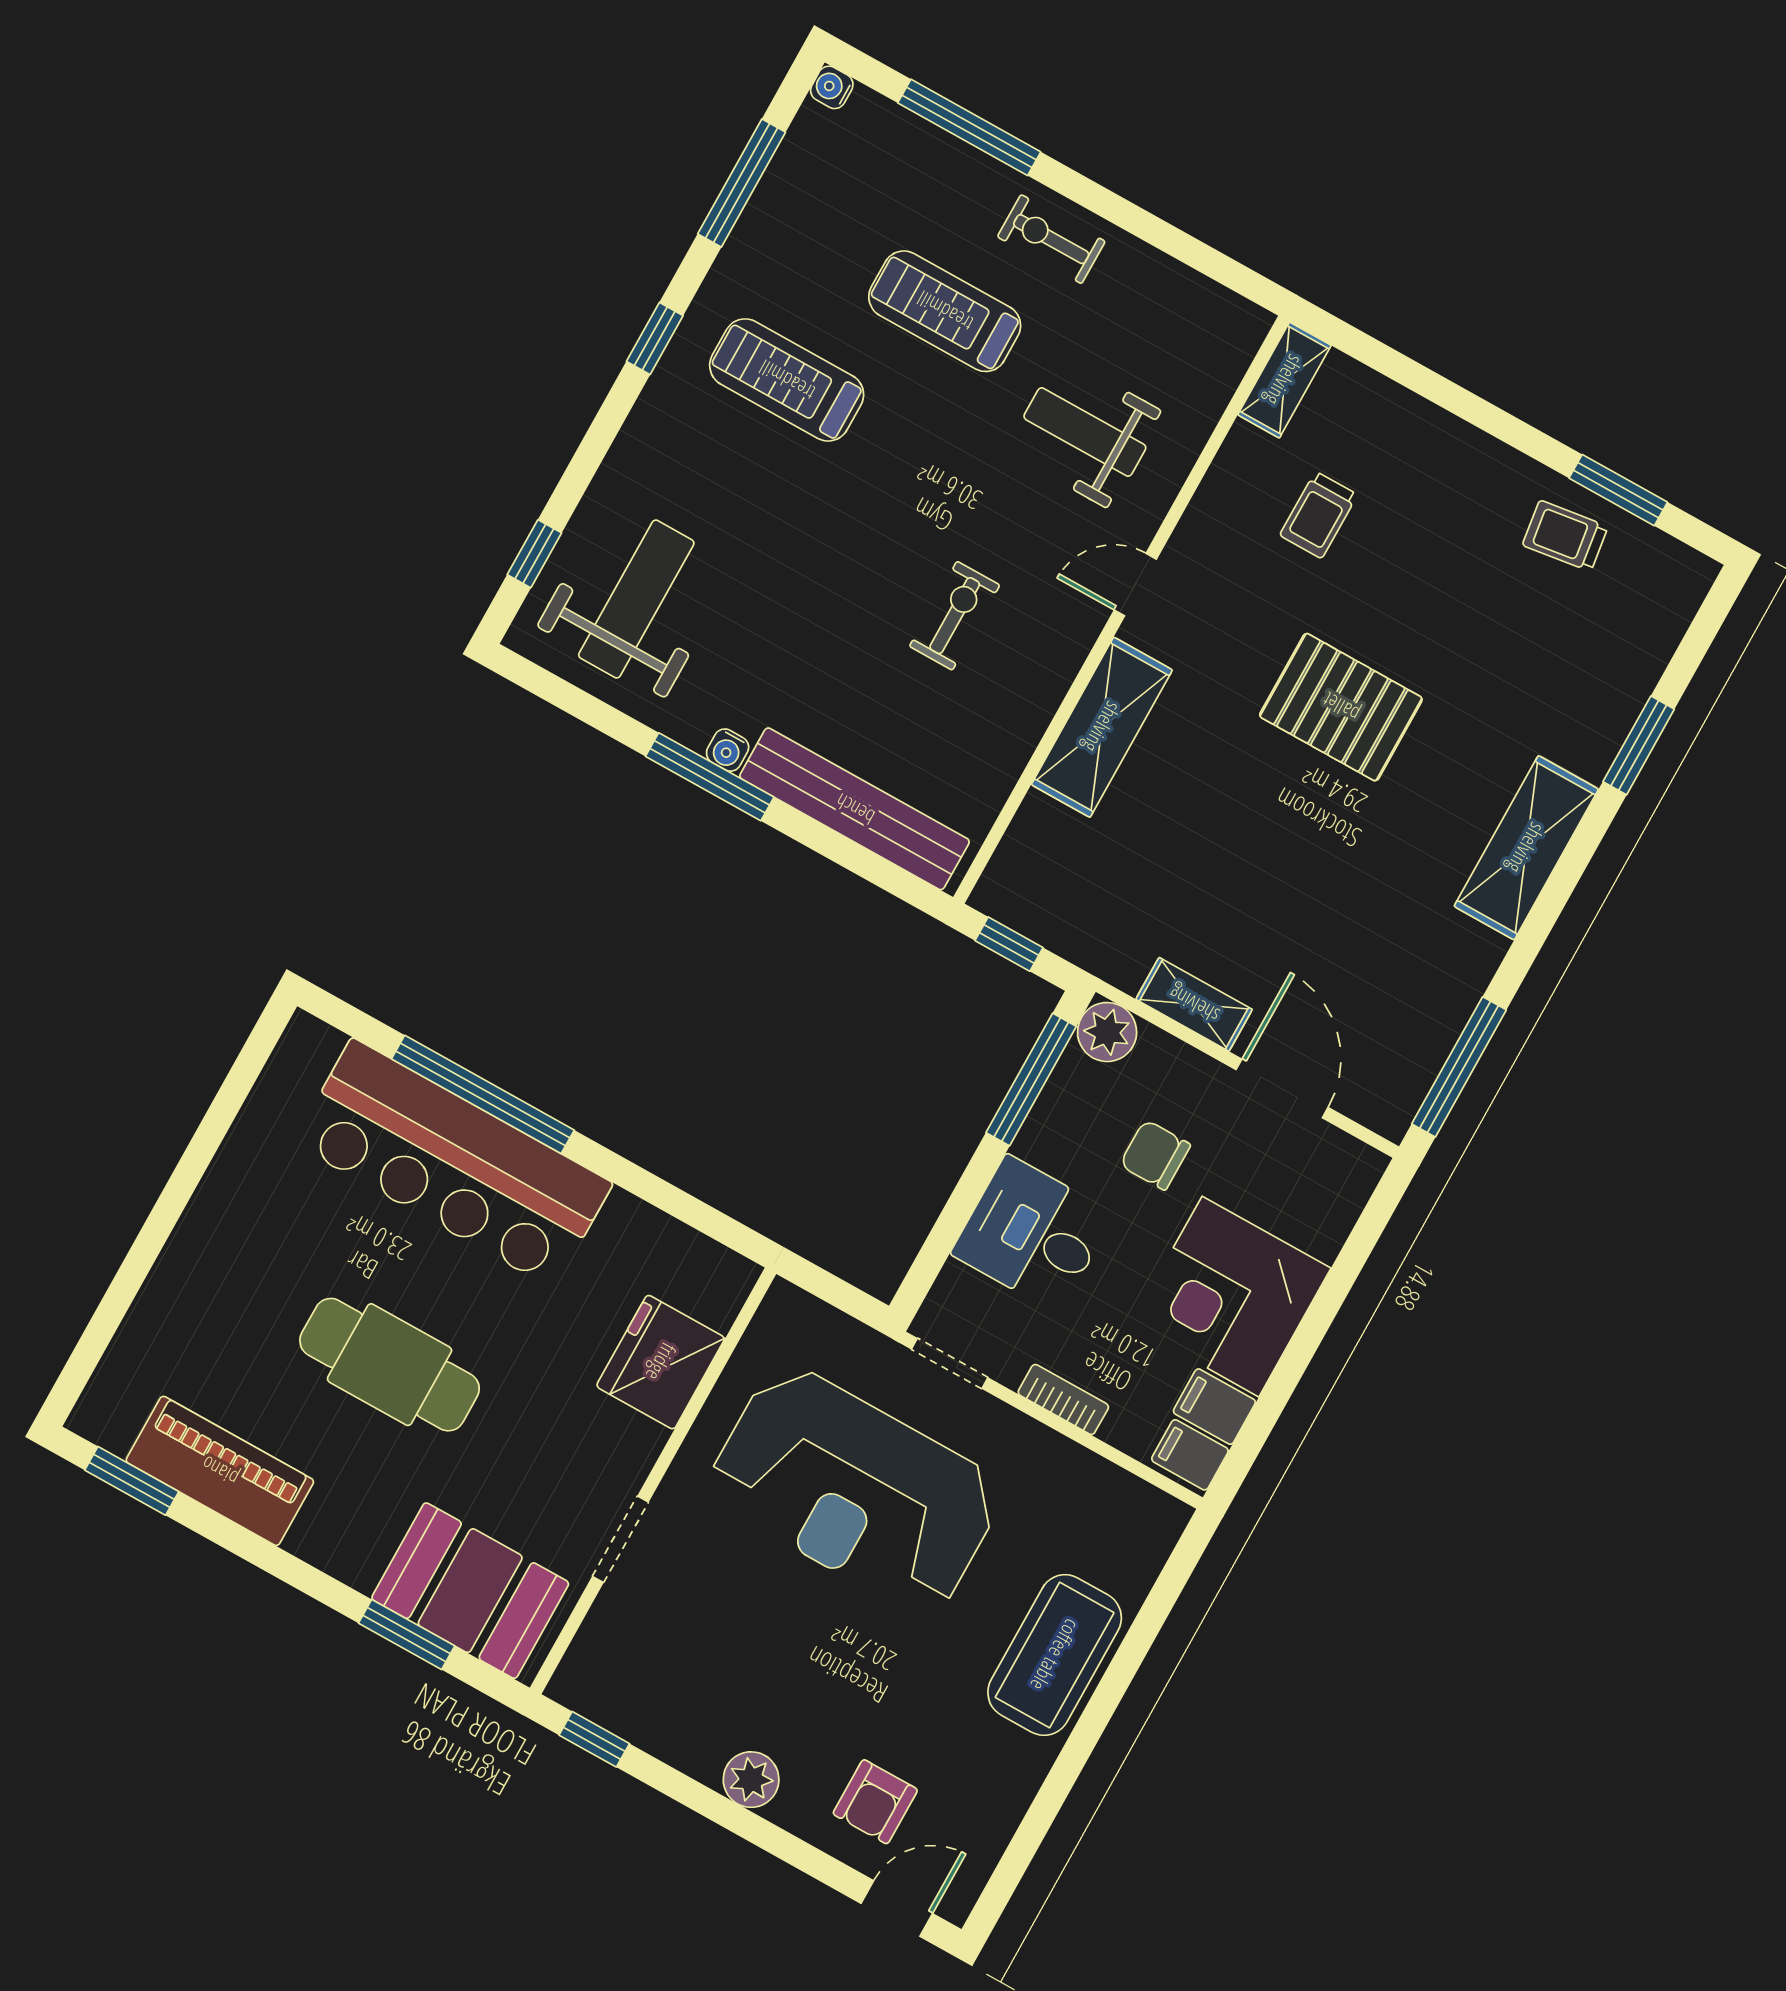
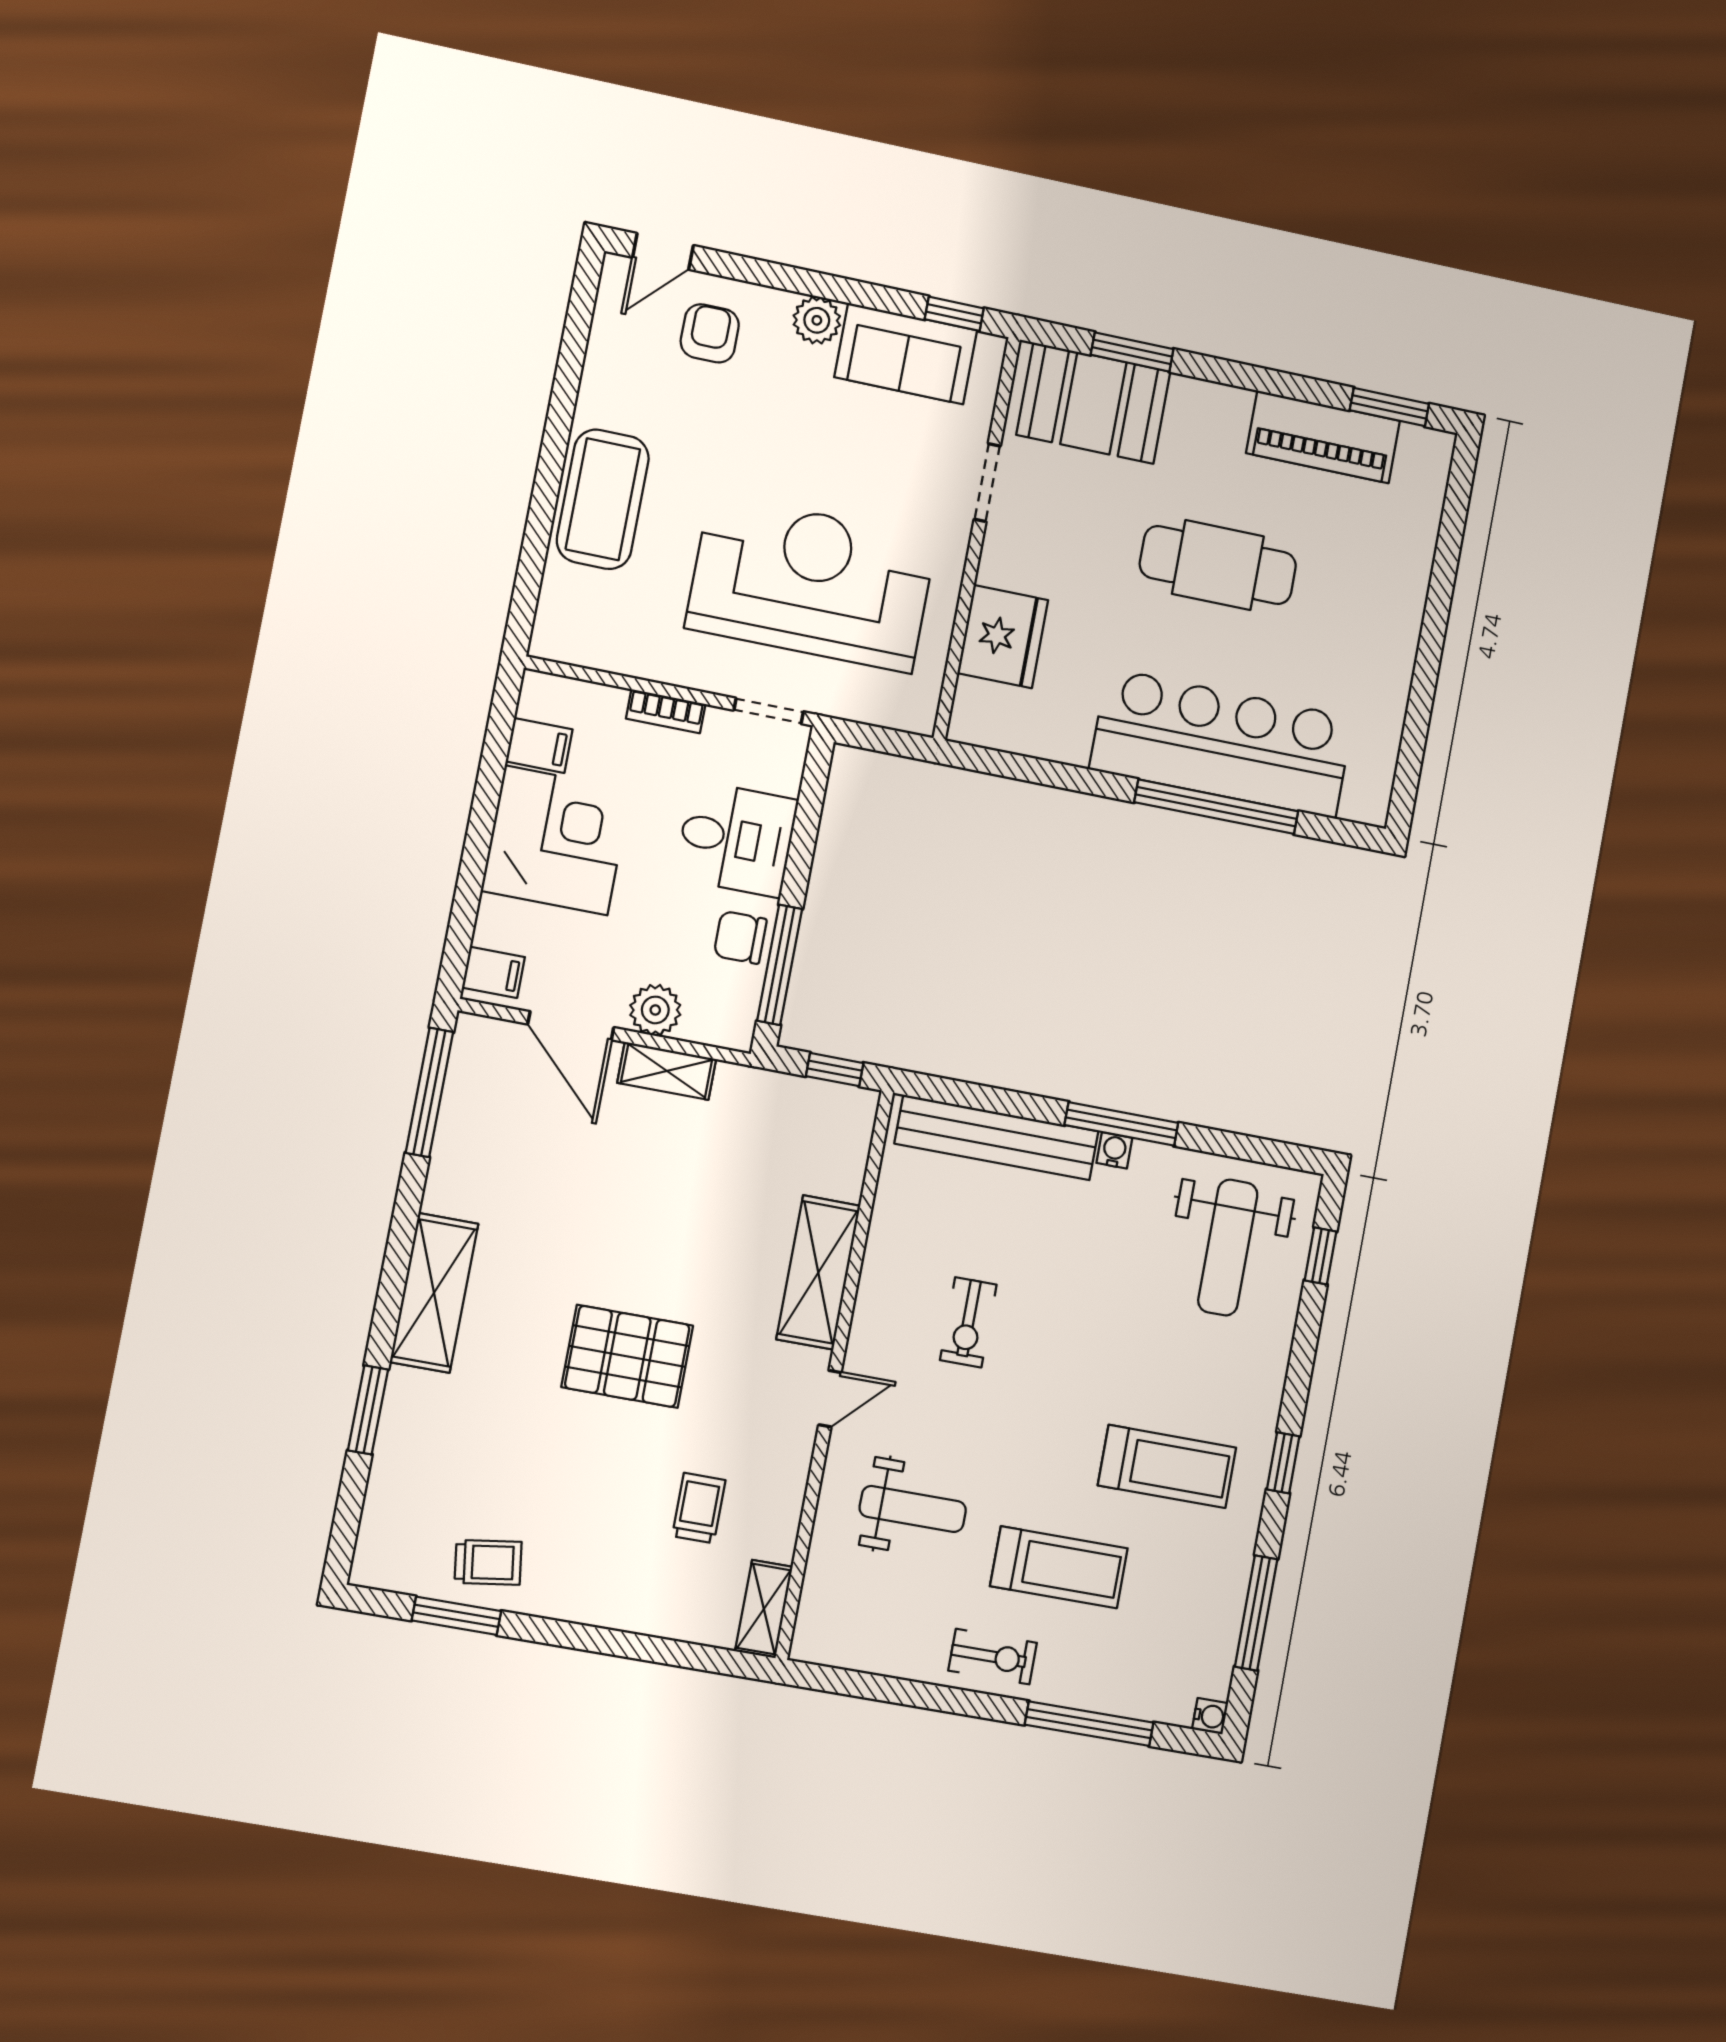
plant: (1107, 1032) -> (655, 1010), moved
chair: (1155, 1155) -> (740, 937), moved, turned 180
filing cabinet: (1190, 1455) -> (493, 972), moved
sofa: (664, 1712) -> (906, 354), added

